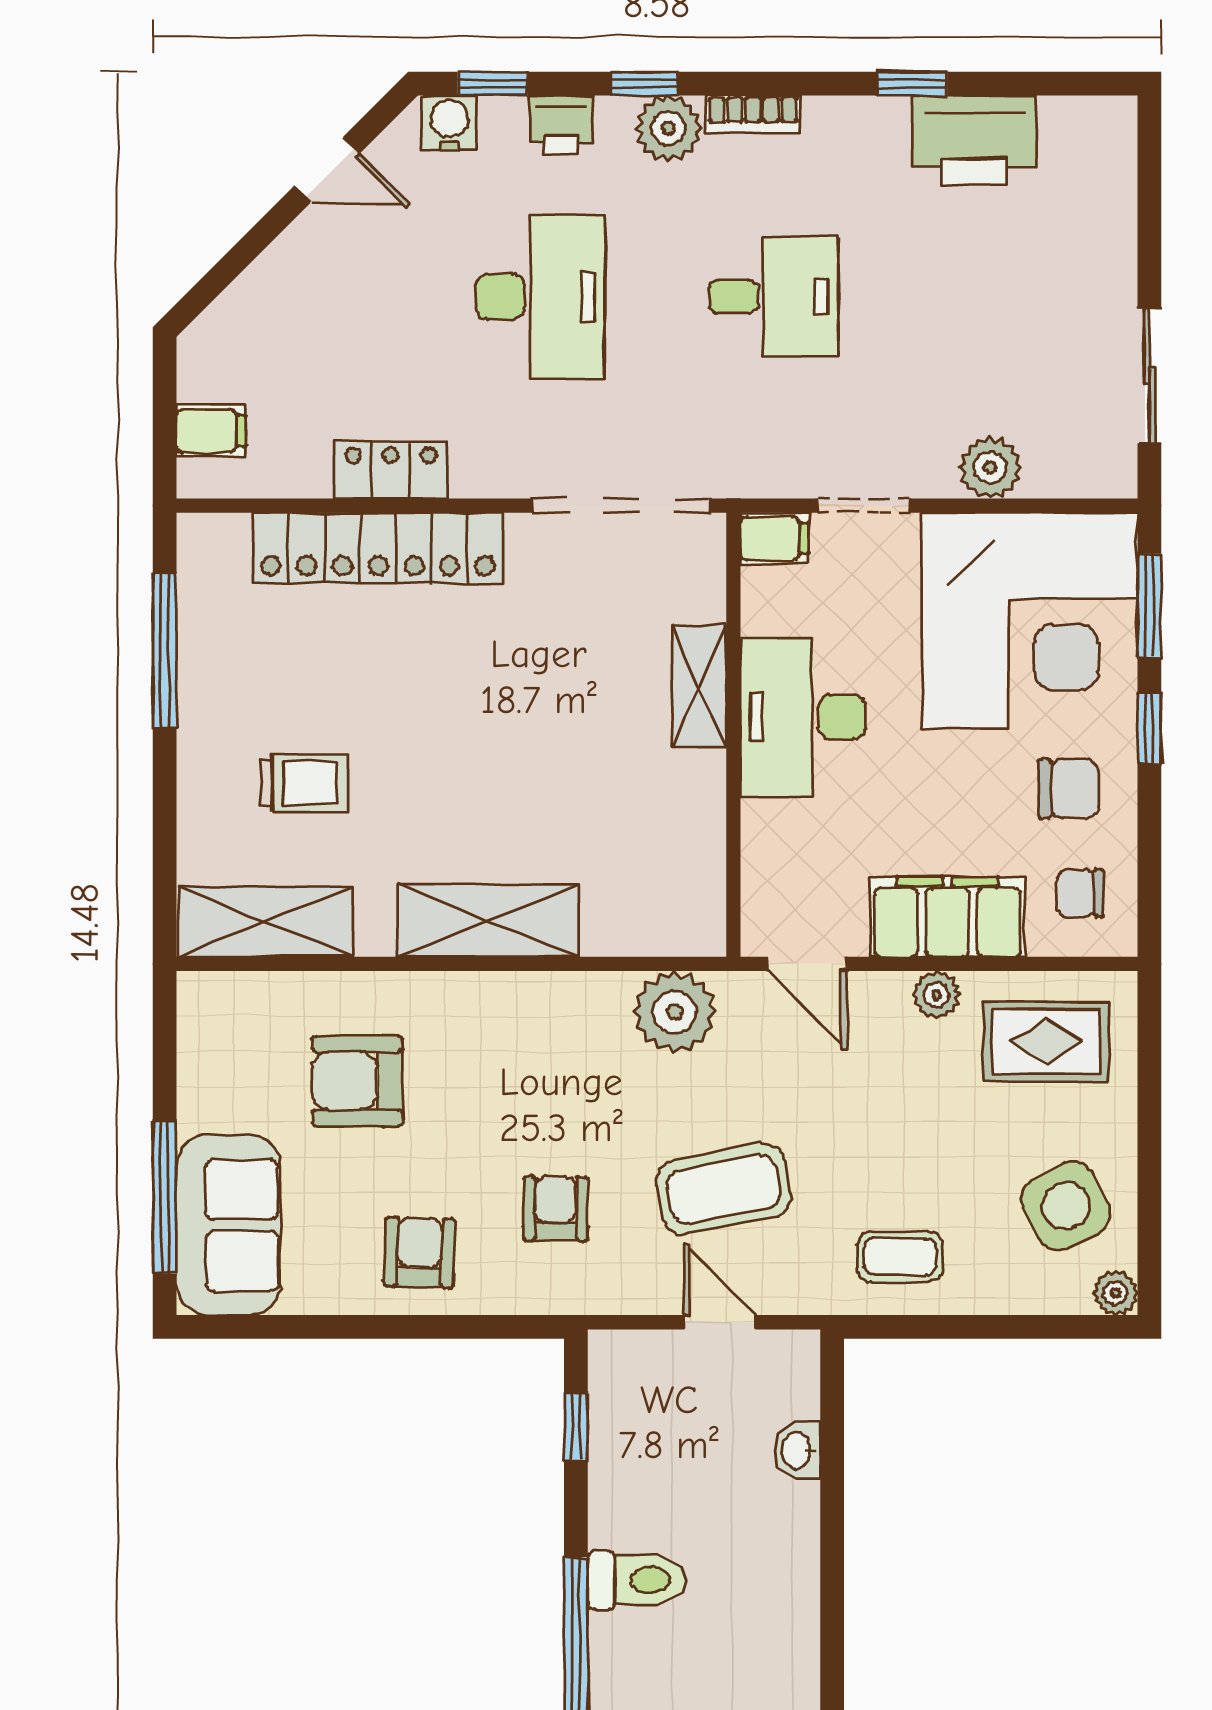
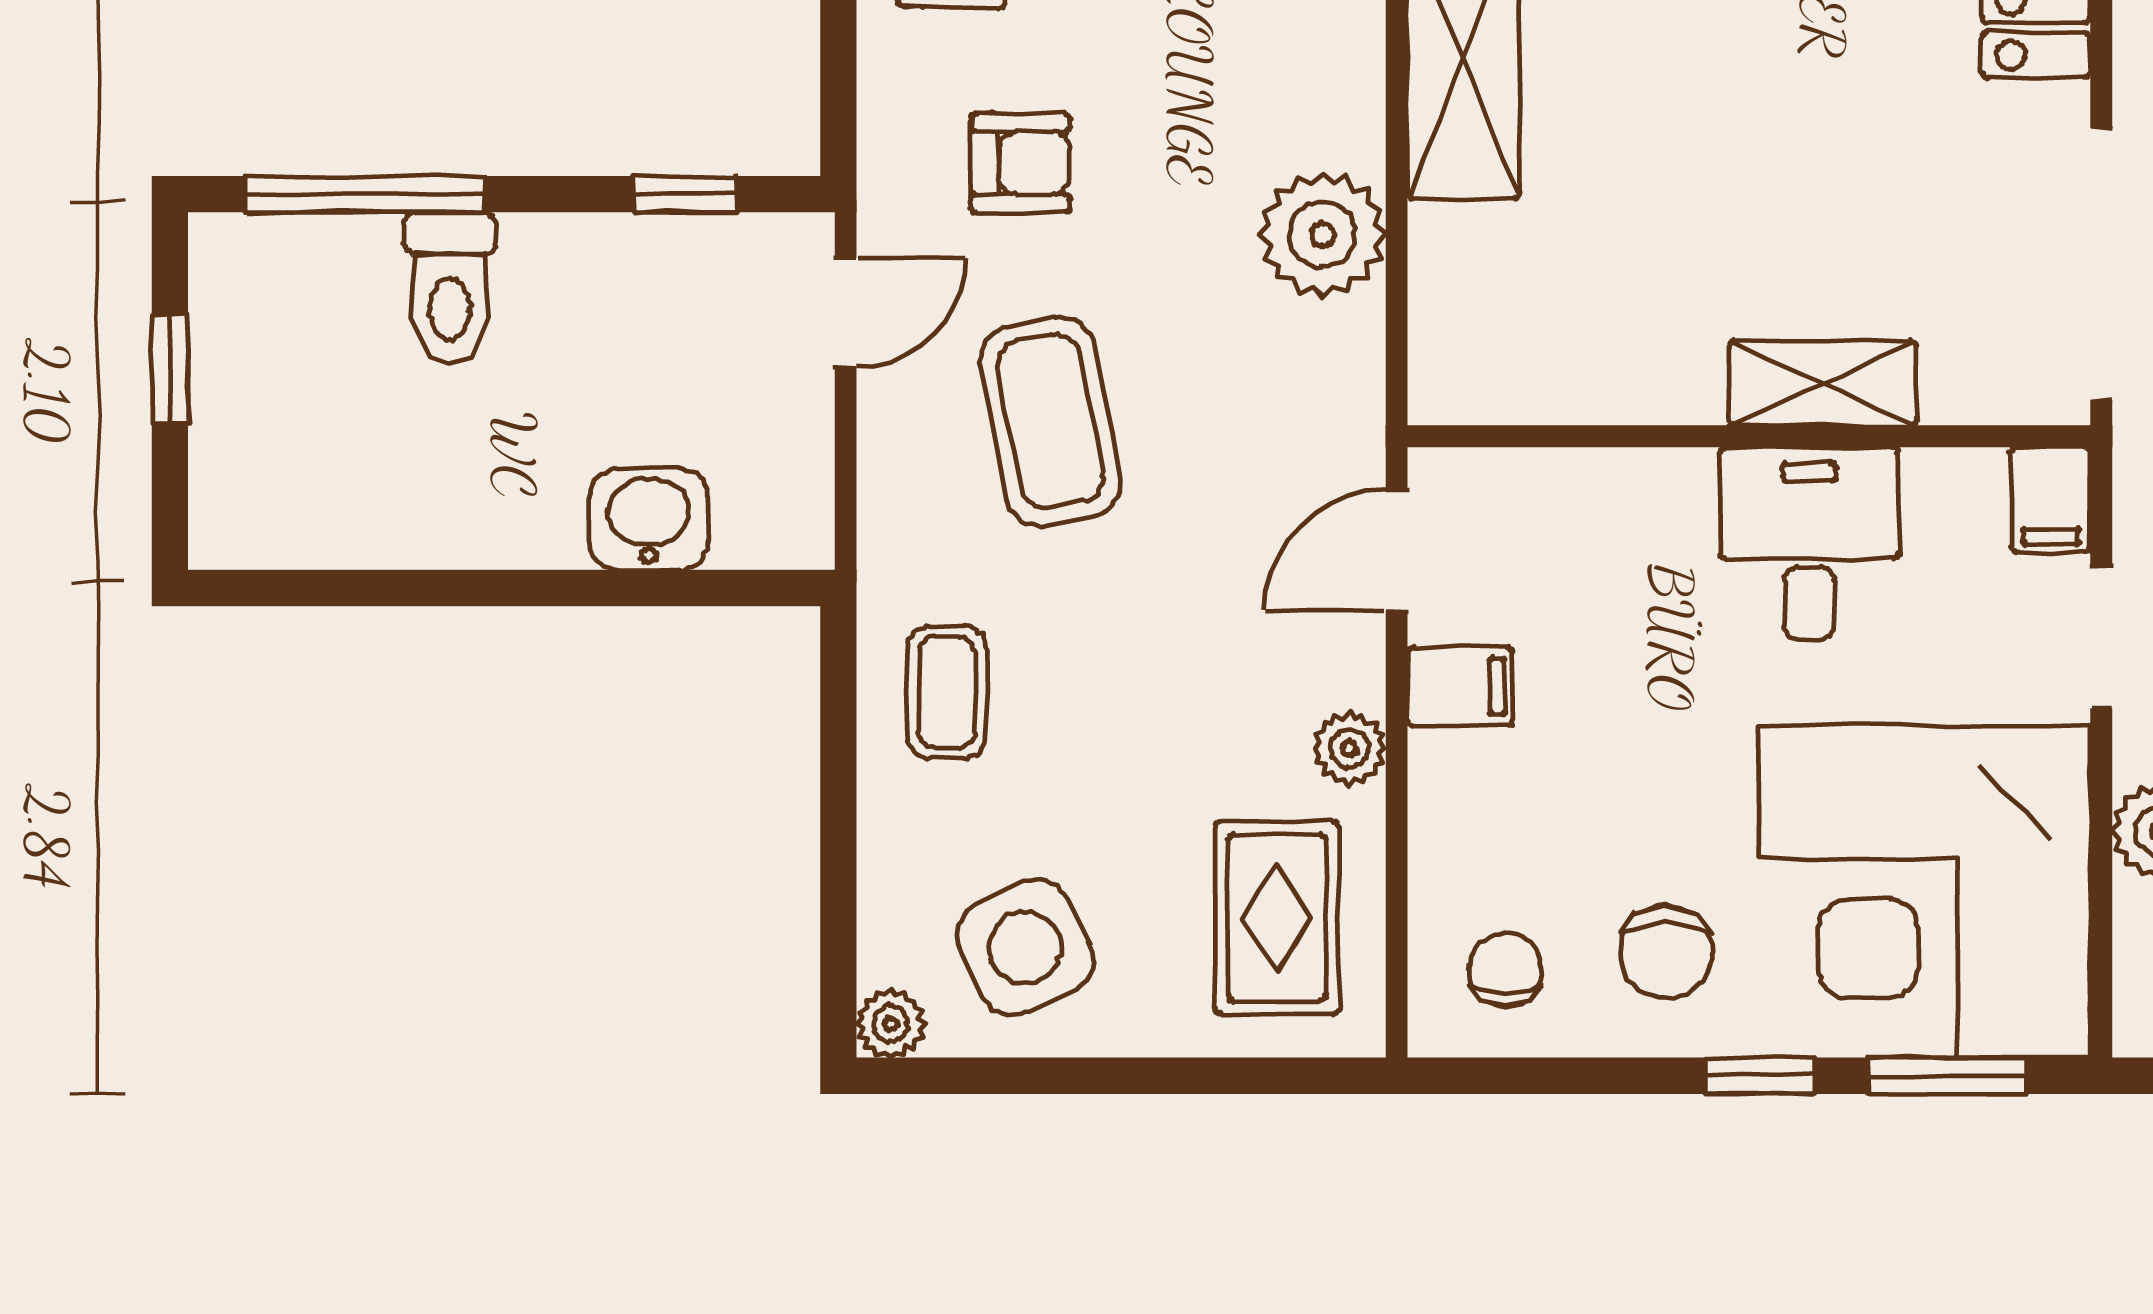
desk: (803, 717) -> (1809, 544), width x0.73
filing cabinet: (947, 917) -> (1460, 686), width x0.33, depth x0.86
plant: (675, 1012) -> (1323, 234), moved
door: (720, 1322) -> (846, 312), moved
washbasin: (797, 1450) -> (649, 519), width x1.38, depth x1.45

